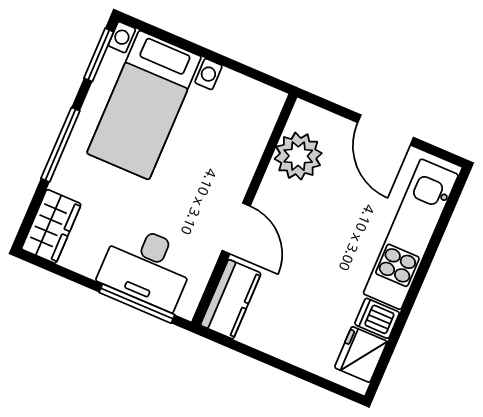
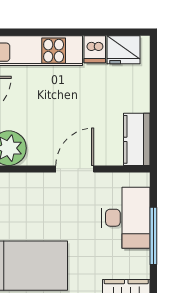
kitchen counter: (231, 299) -> (137, 139), moved, turned -90
window: (137, 304) -> (153, 236), moved

